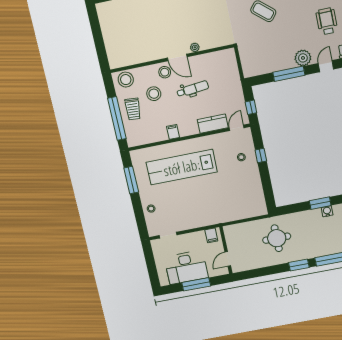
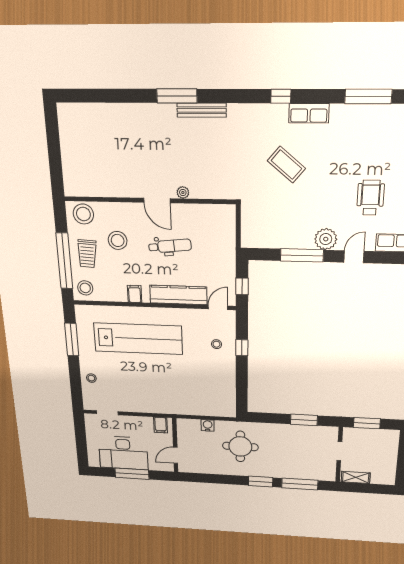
stool: (165, 72) -> (85, 288), moved
kitchen counter: (213, 124) -> (178, 295), width x1.50
lab bench: (182, 167) -> (138, 339), turned 180
water cooler: (327, 211) -> (208, 425), moved

